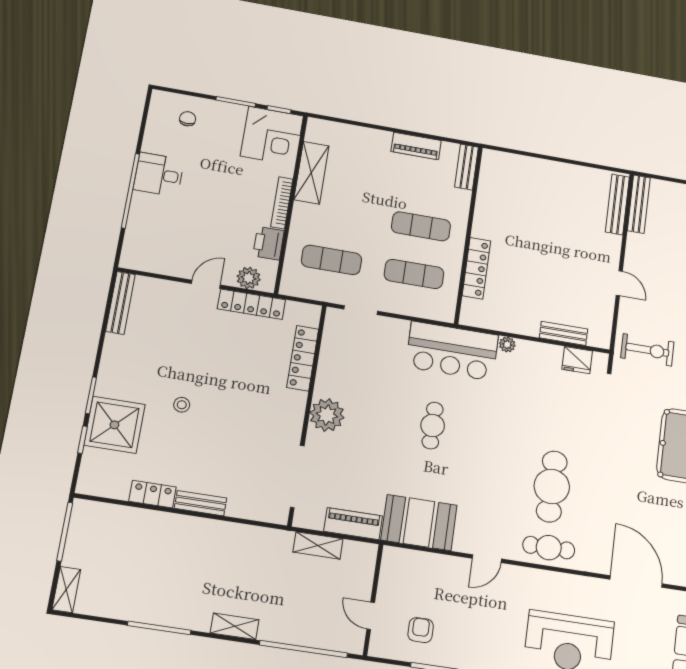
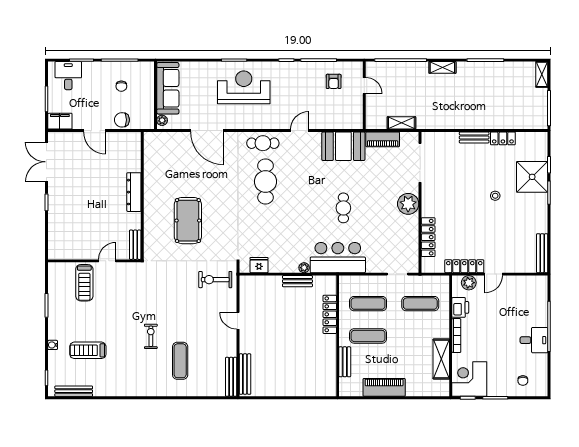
piano: (416, 146) -> (384, 387), width x1.37, depth x1.33
bench: (467, 167) -> (345, 362), moved
bench: (564, 333) -> (297, 281), moved

